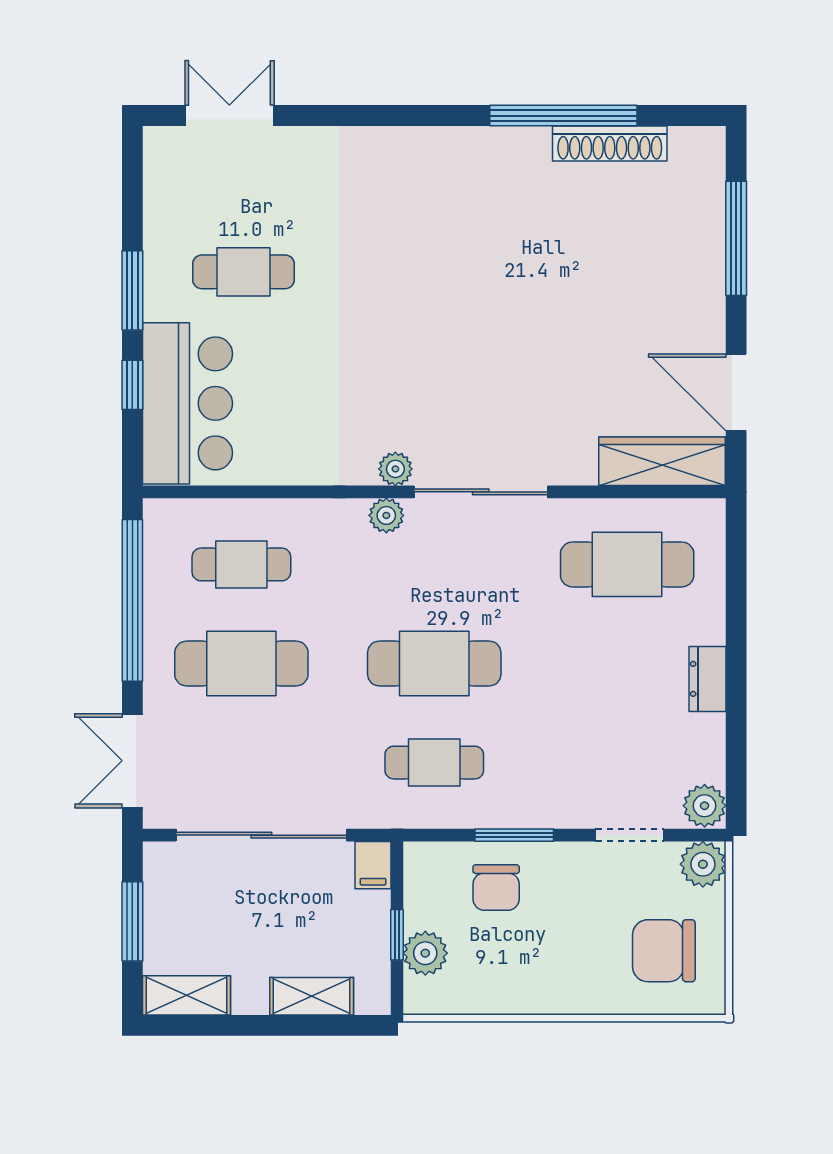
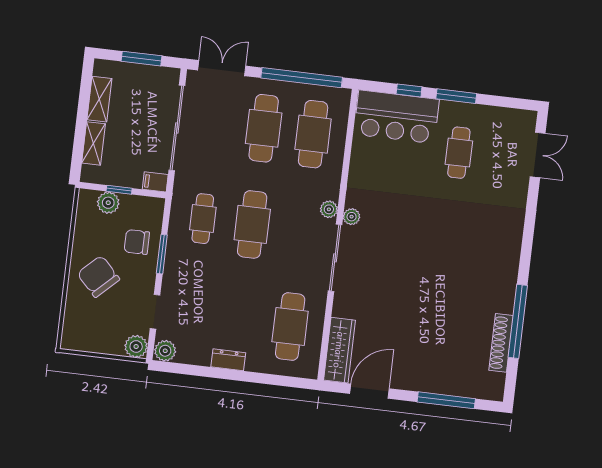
cafe table: (241, 564) -> (313, 134), width x1.37, depth x1.35
chair: (664, 951) -> (98, 276), moved, turned -44
shelving: (187, 995) -> (99, 99), moved

